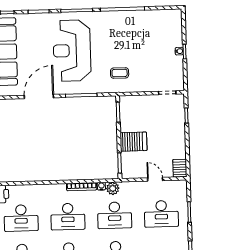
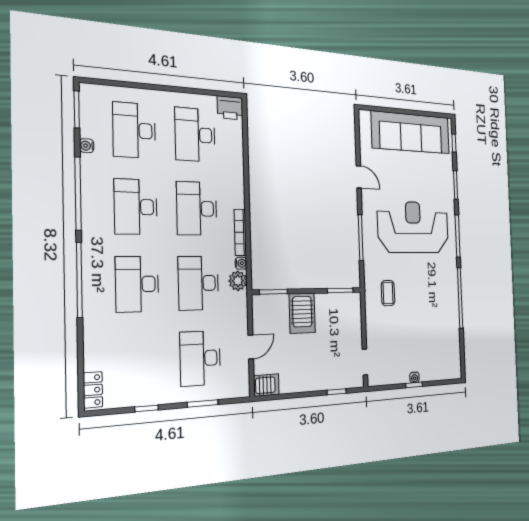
door: (39, 97) -> (359, 177), width x0.53

